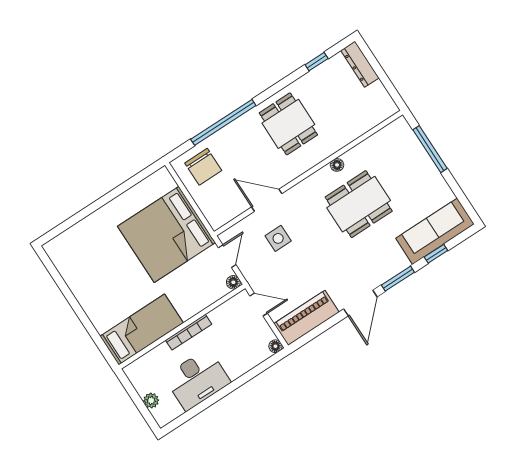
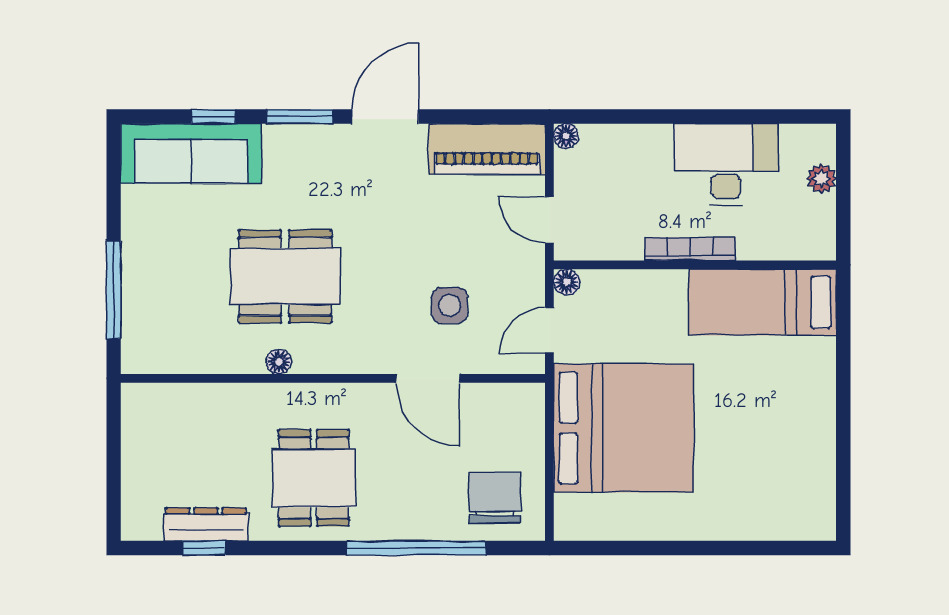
dresser: (360, 64) -> (206, 524), moved, turned -90

